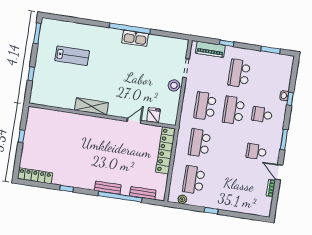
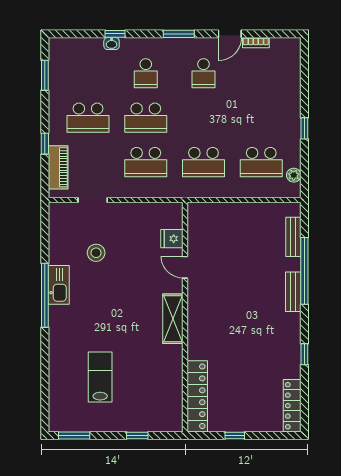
stool: (174, 85) -> (96, 253), moved
shelving: (92, 106) -> (173, 319), moved
locker: (165, 150) -> (197, 396), moved, turned -90

